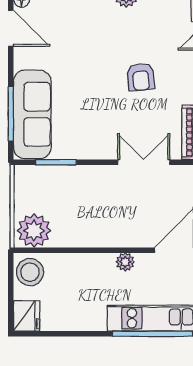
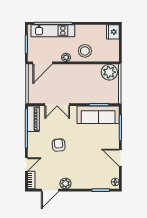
door: (11, 28) -> (120, 158), moved
sofa: (32, 114) -> (98, 115), moved, turned -90
stool: (30, 272) -> (85, 51), moved

